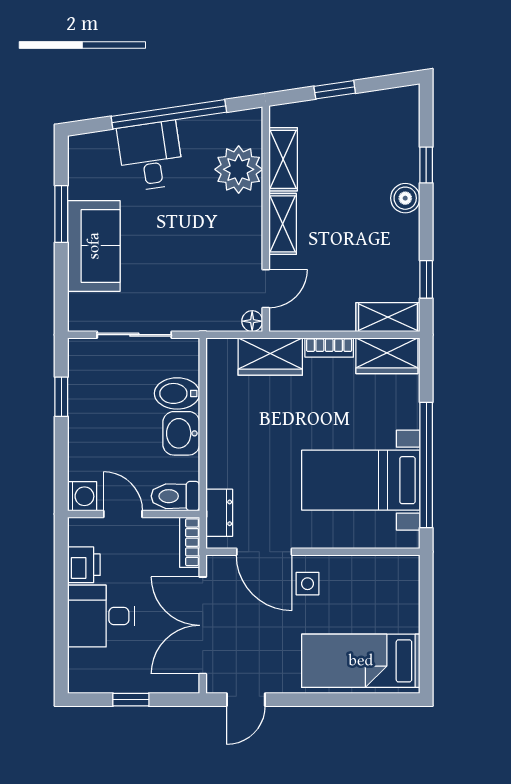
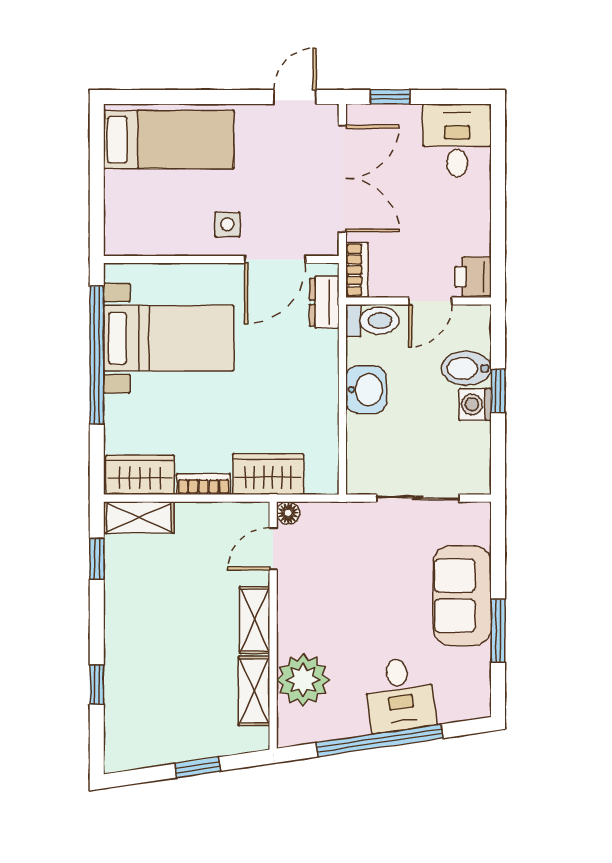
boiler: (405, 198) -> (120, 648), removed
bidet: (177, 393) -> (466, 368), moved, turned 180
window: (61, 397) -> (498, 391), moved
washing machine: (82, 496) -> (475, 404), moved
door: (123, 514) -> (430, 301), hinge flipped
door: (264, 552) -> (275, 259), swing flipped
printer: (84, 565) -> (473, 277), moved
desk: (101, 616) -> (457, 140), moved, turned -90
window: (131, 700) -> (390, 97), moved

